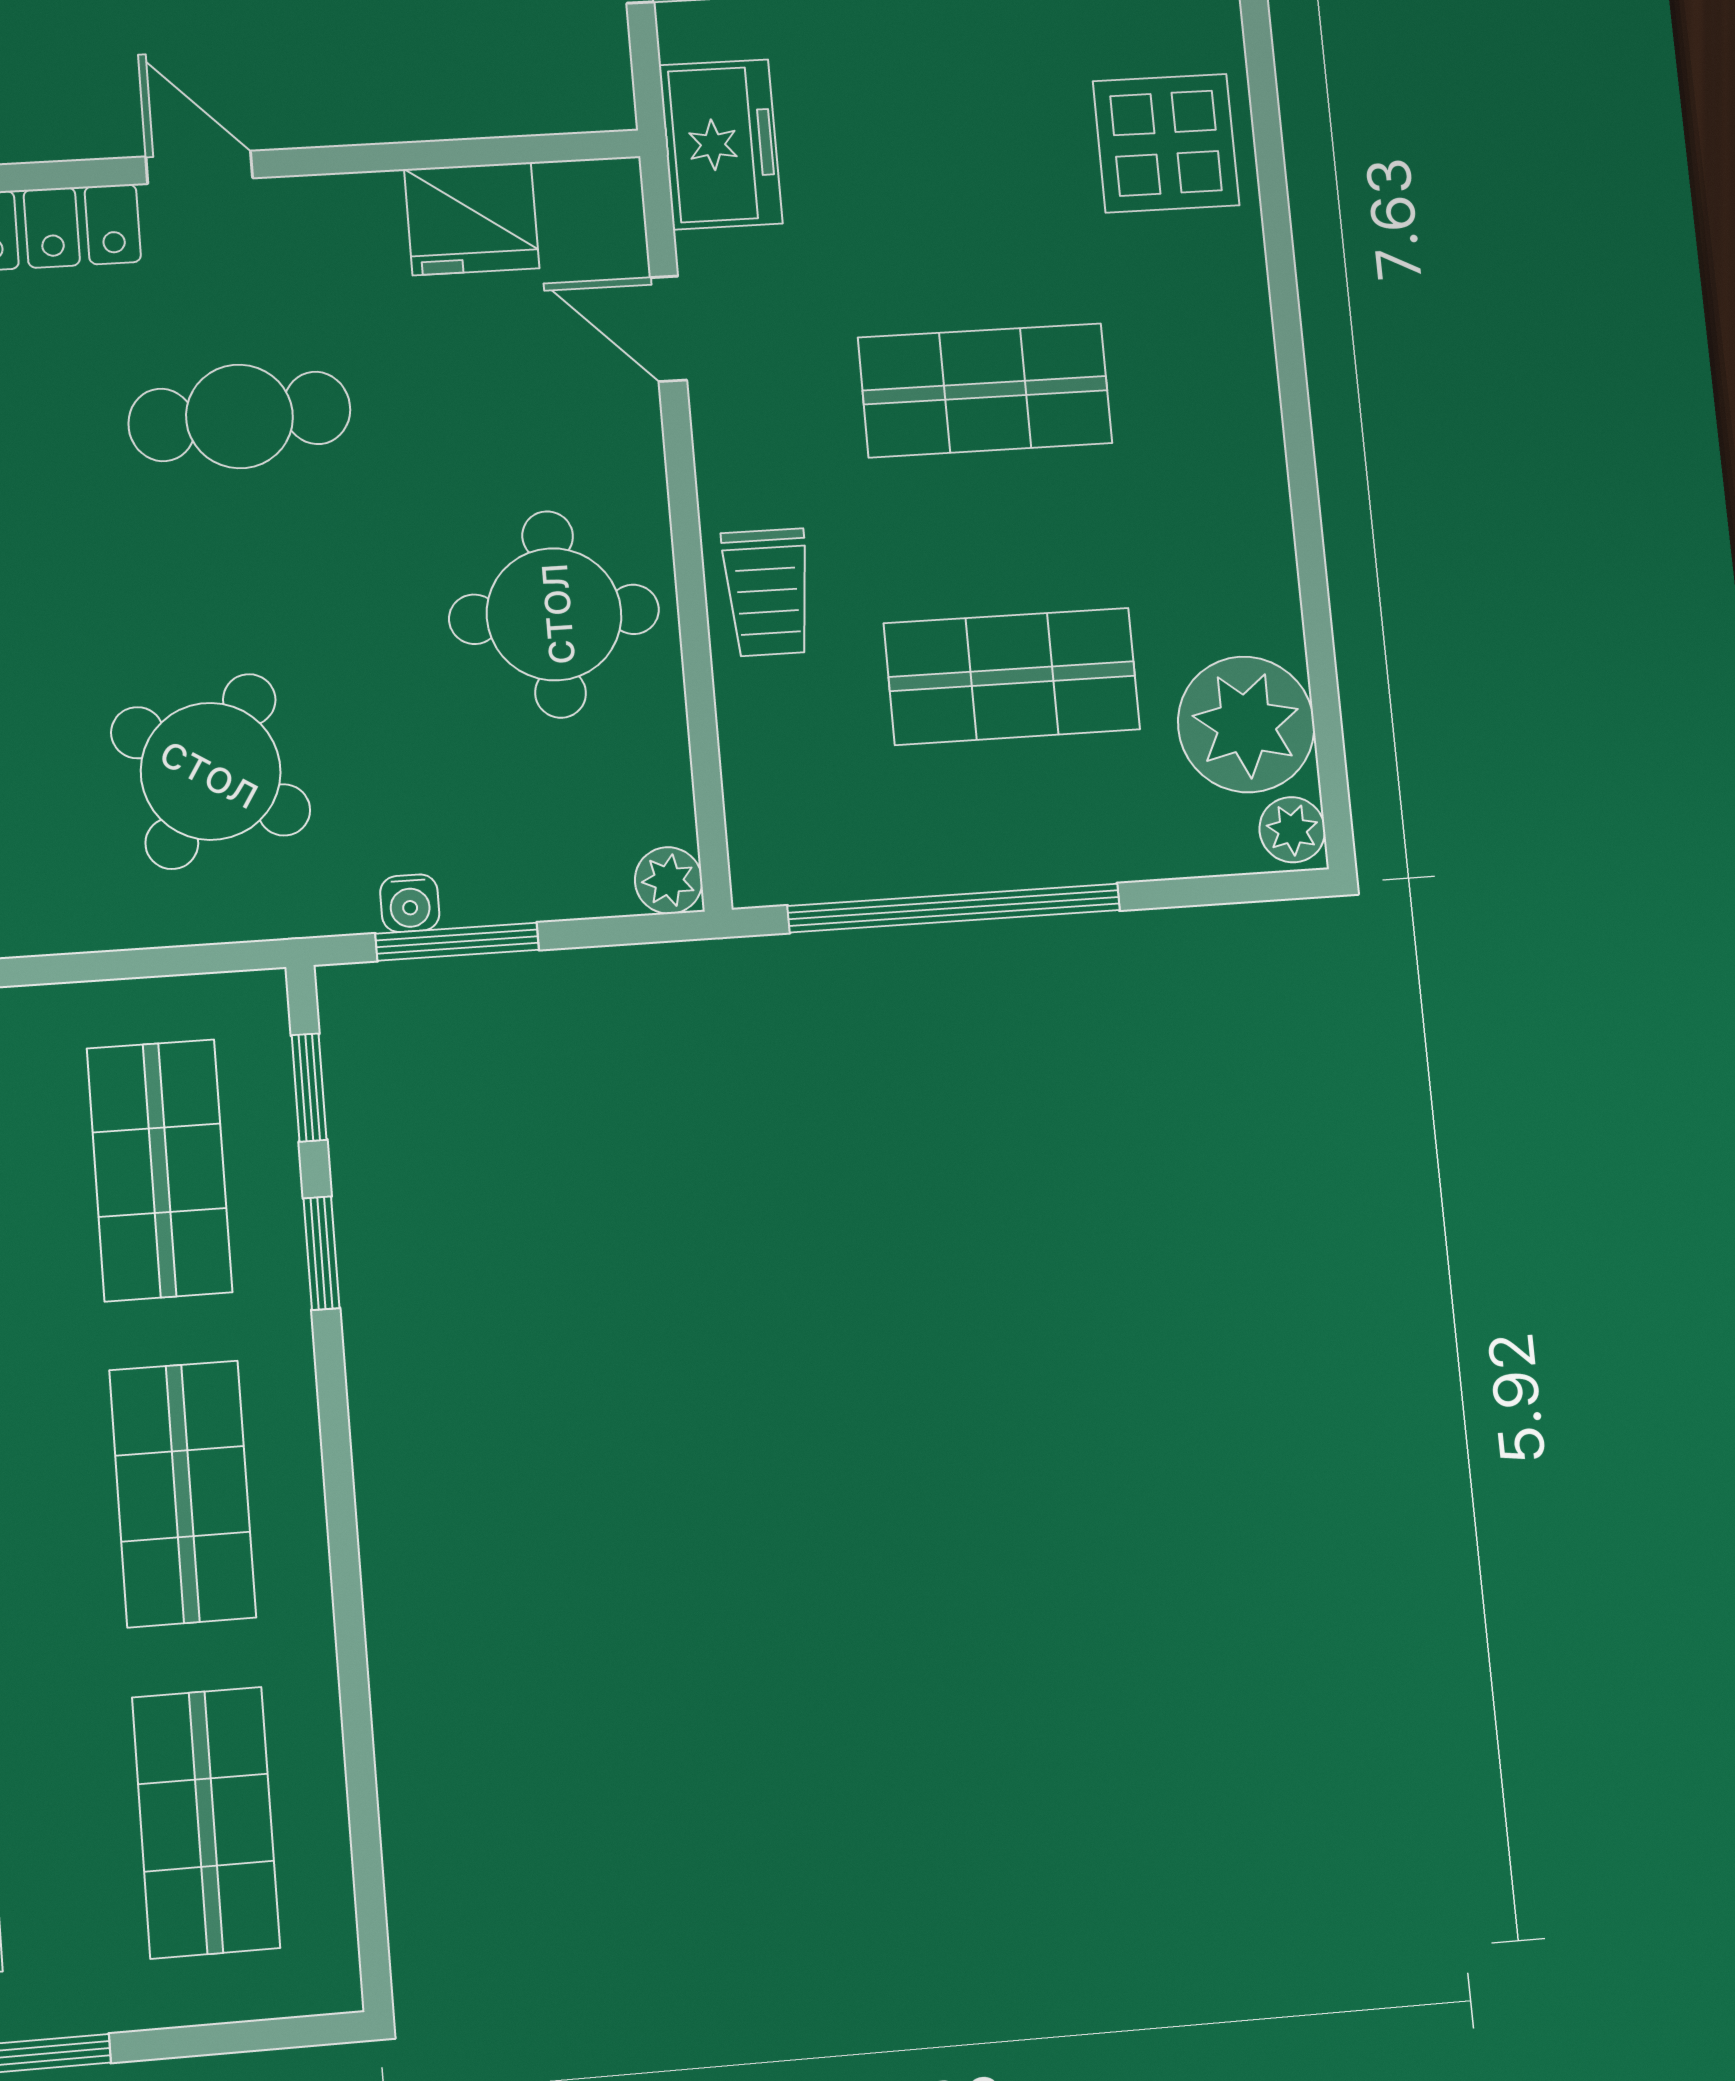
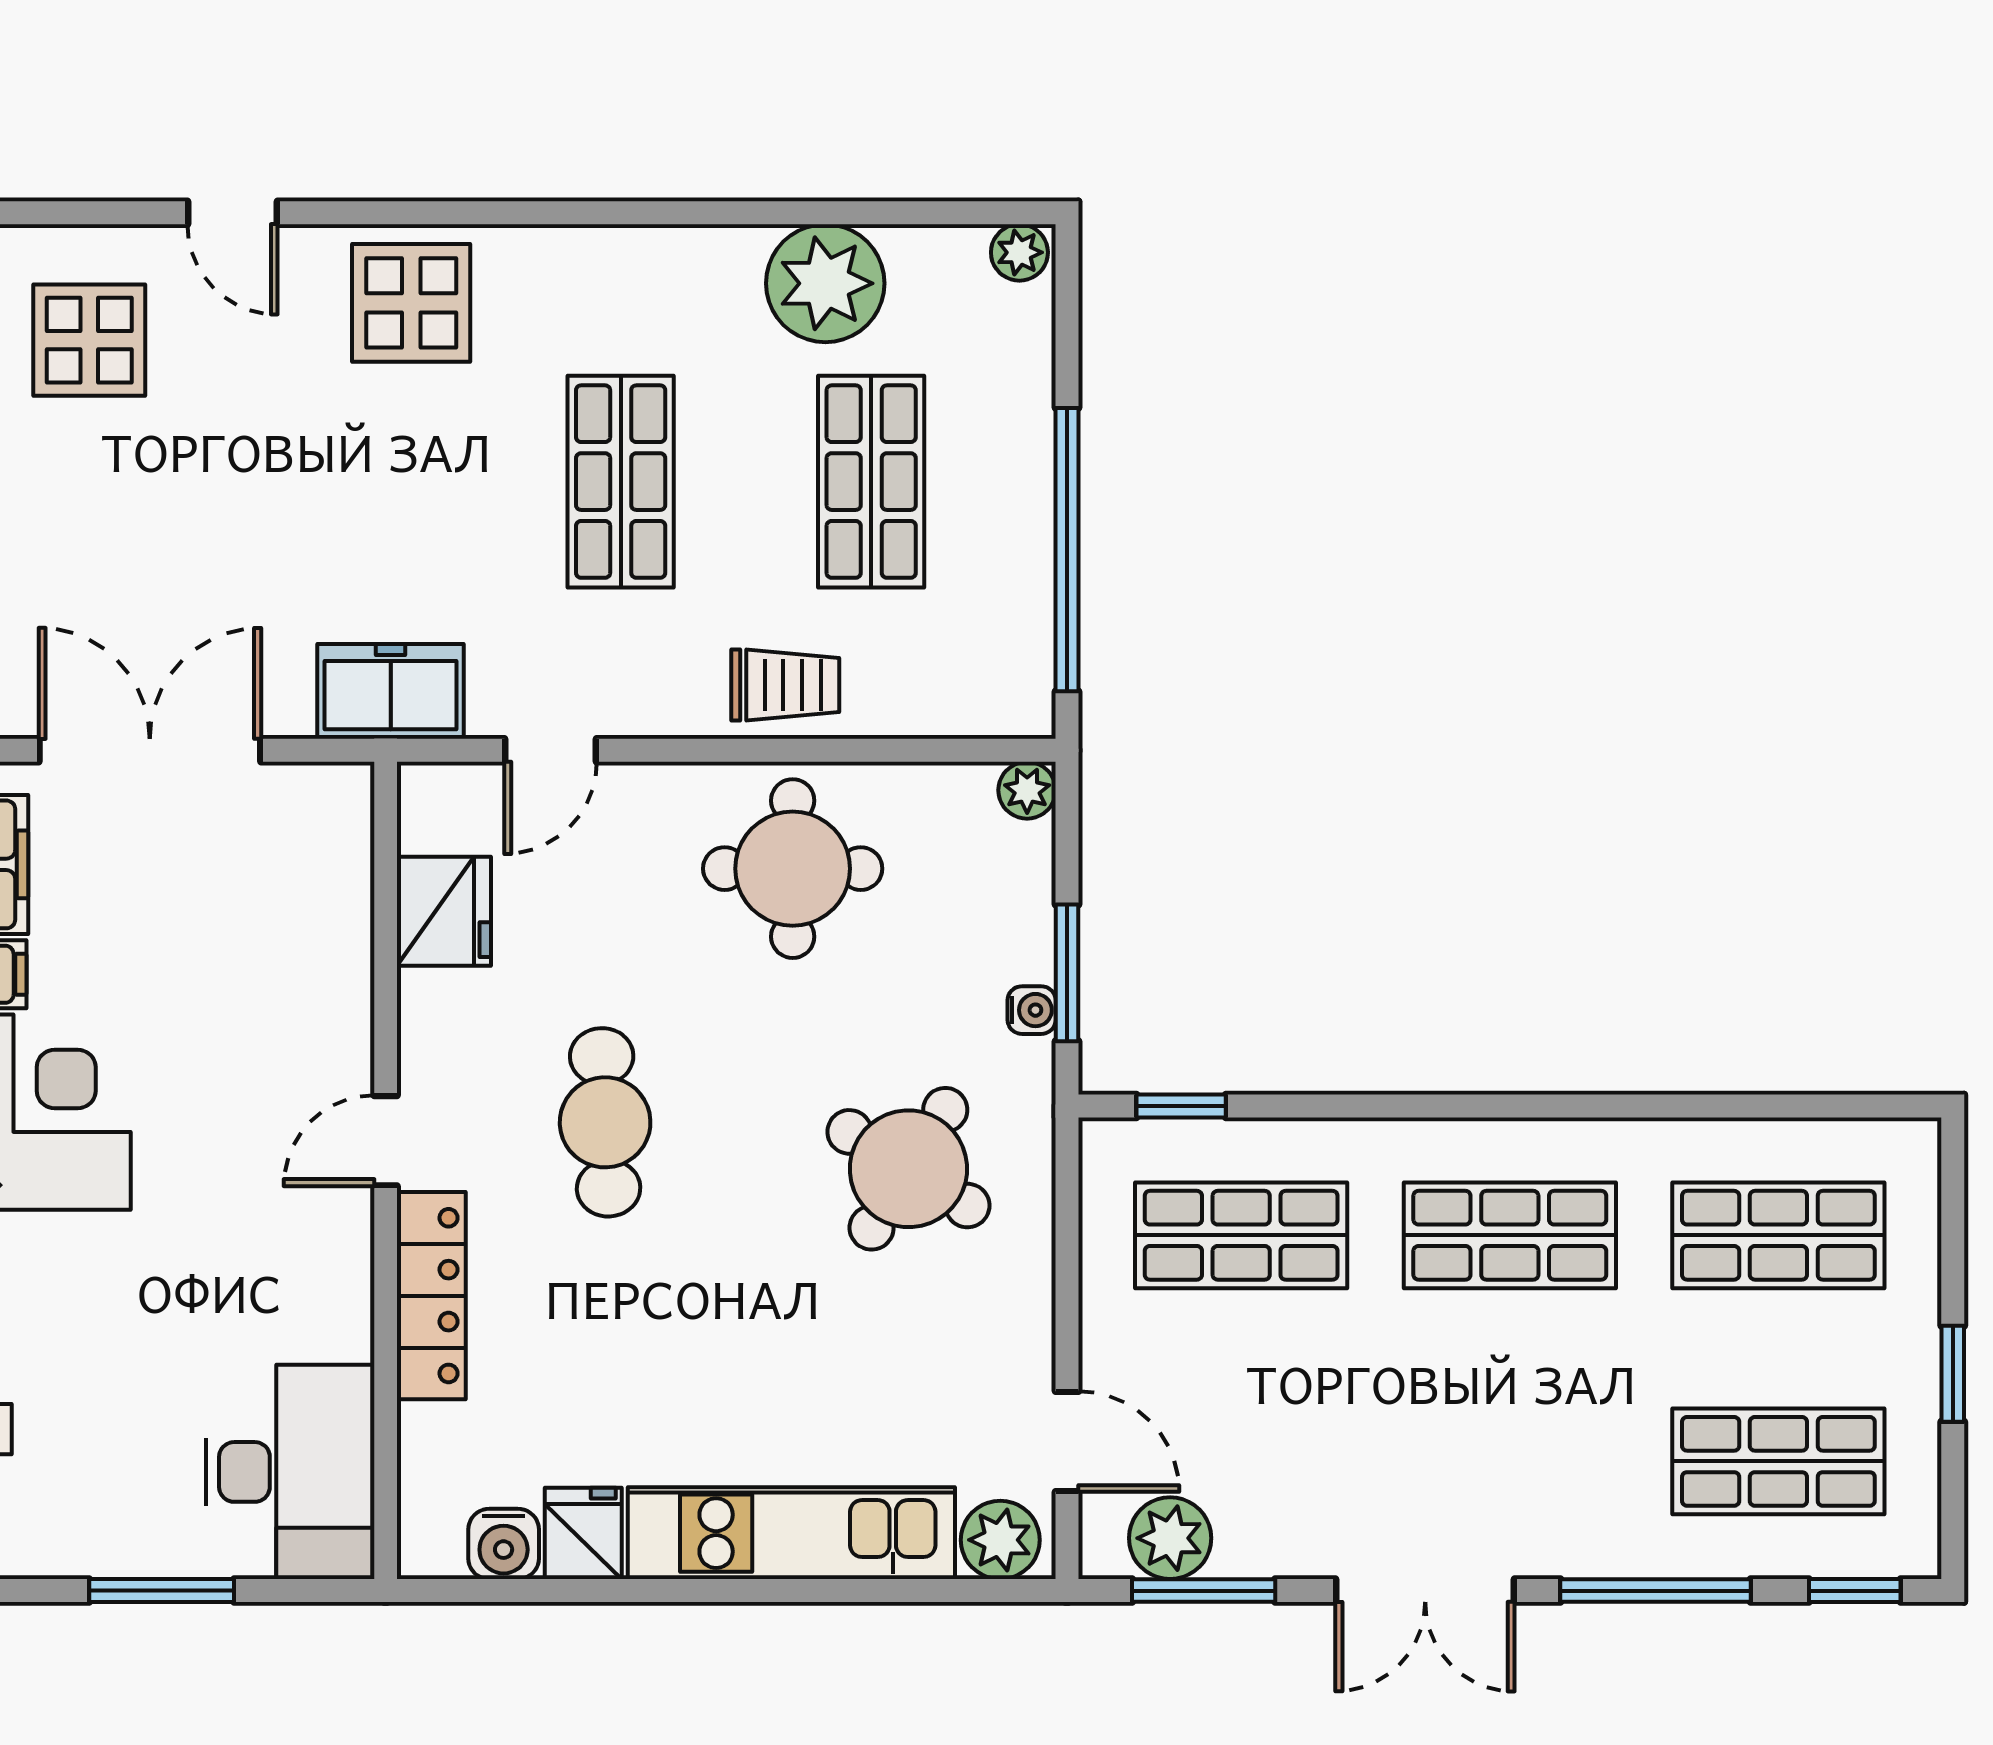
plant: (1246, 724) -> (825, 283), moved
window: (322, 1253) -> (1320, 1106), removed

